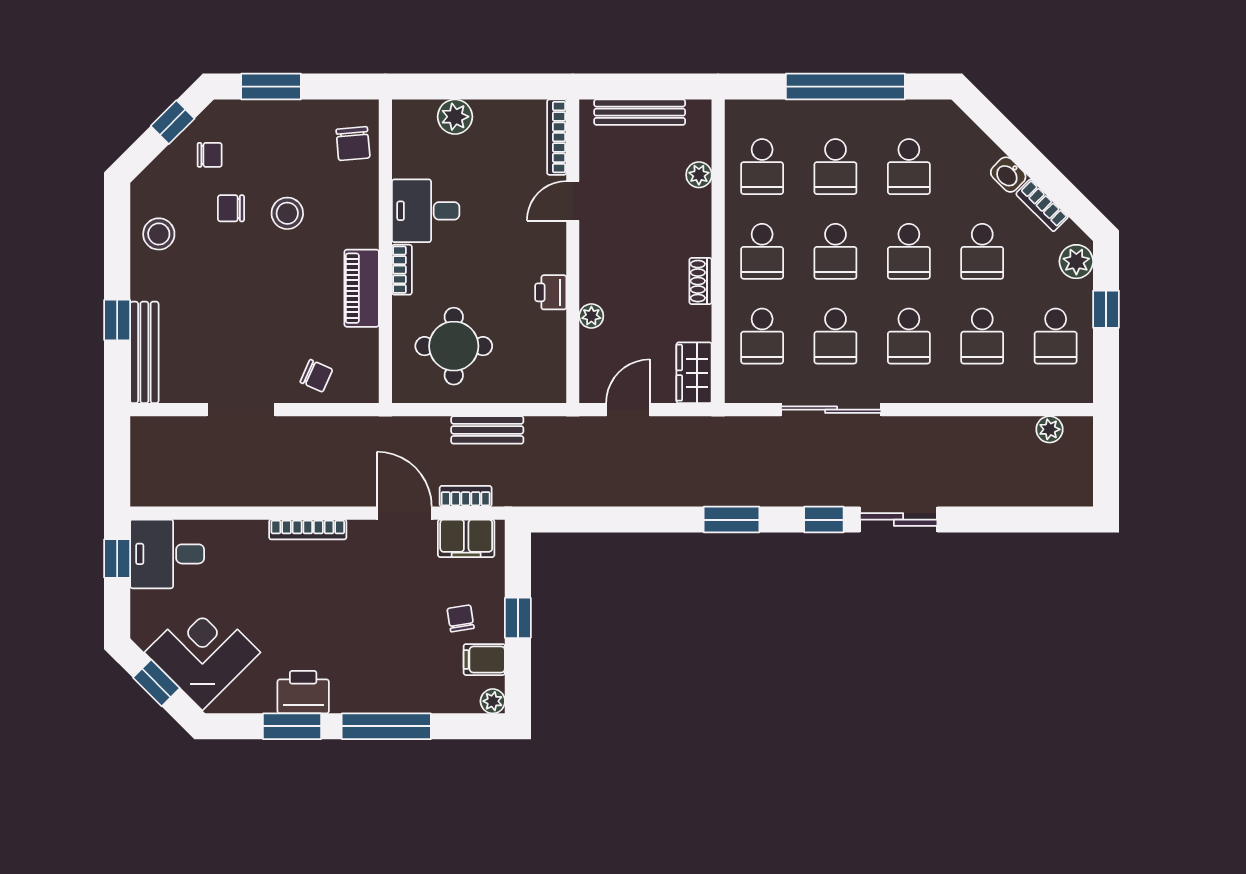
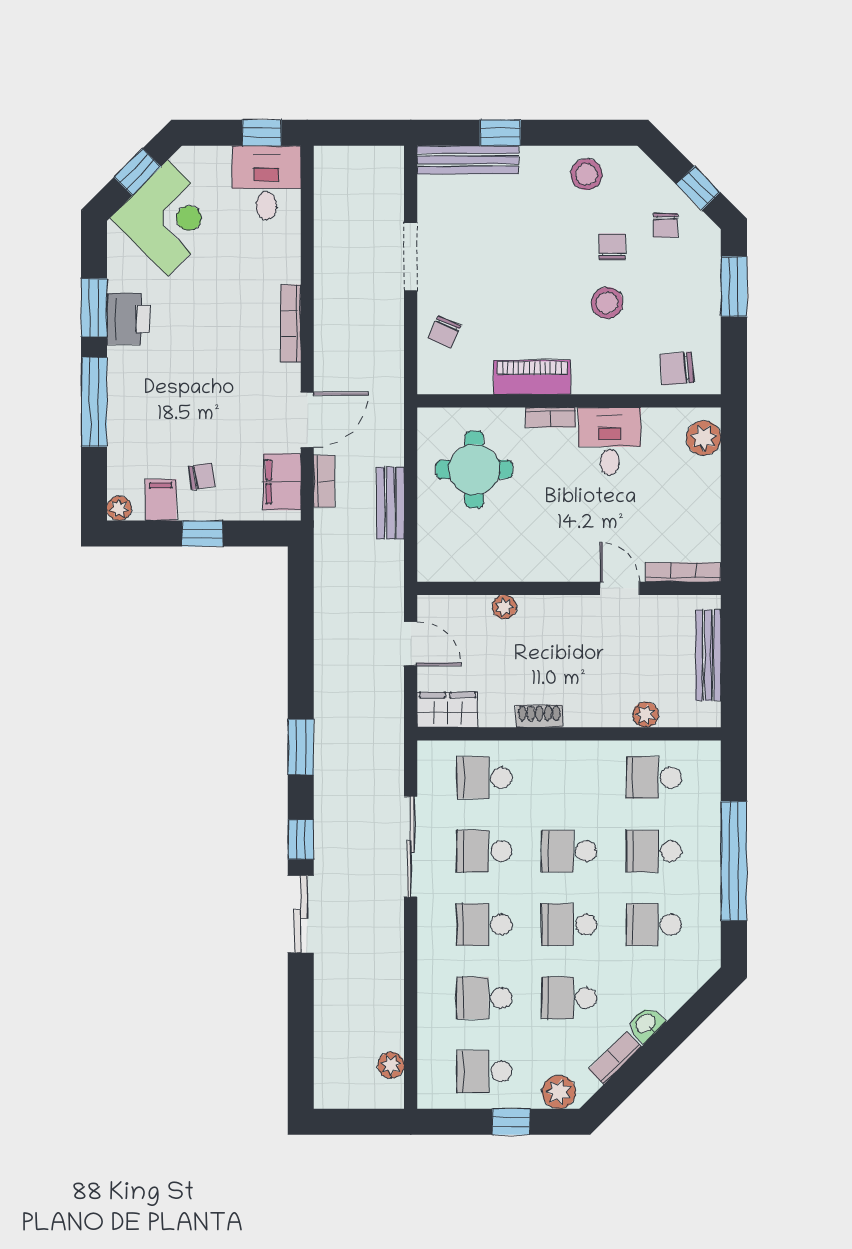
plant: (455, 117) -> (704, 438), moved
school desk: (762, 251) -> (569, 778), removed
printer: (551, 292) -> (528, 566), removed

